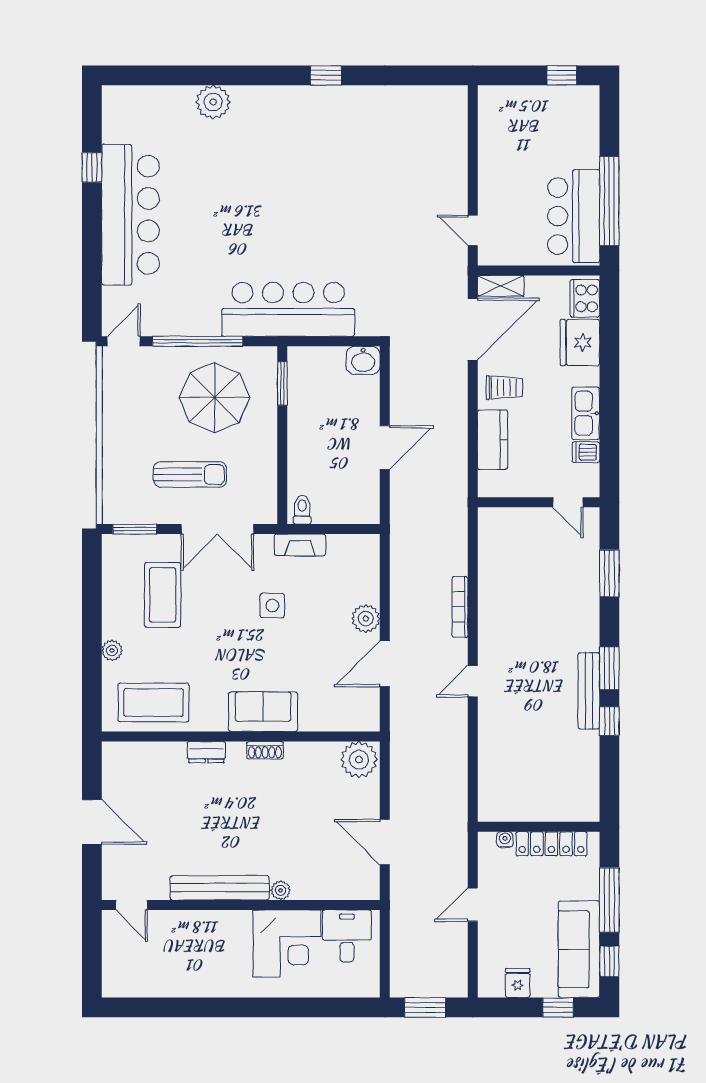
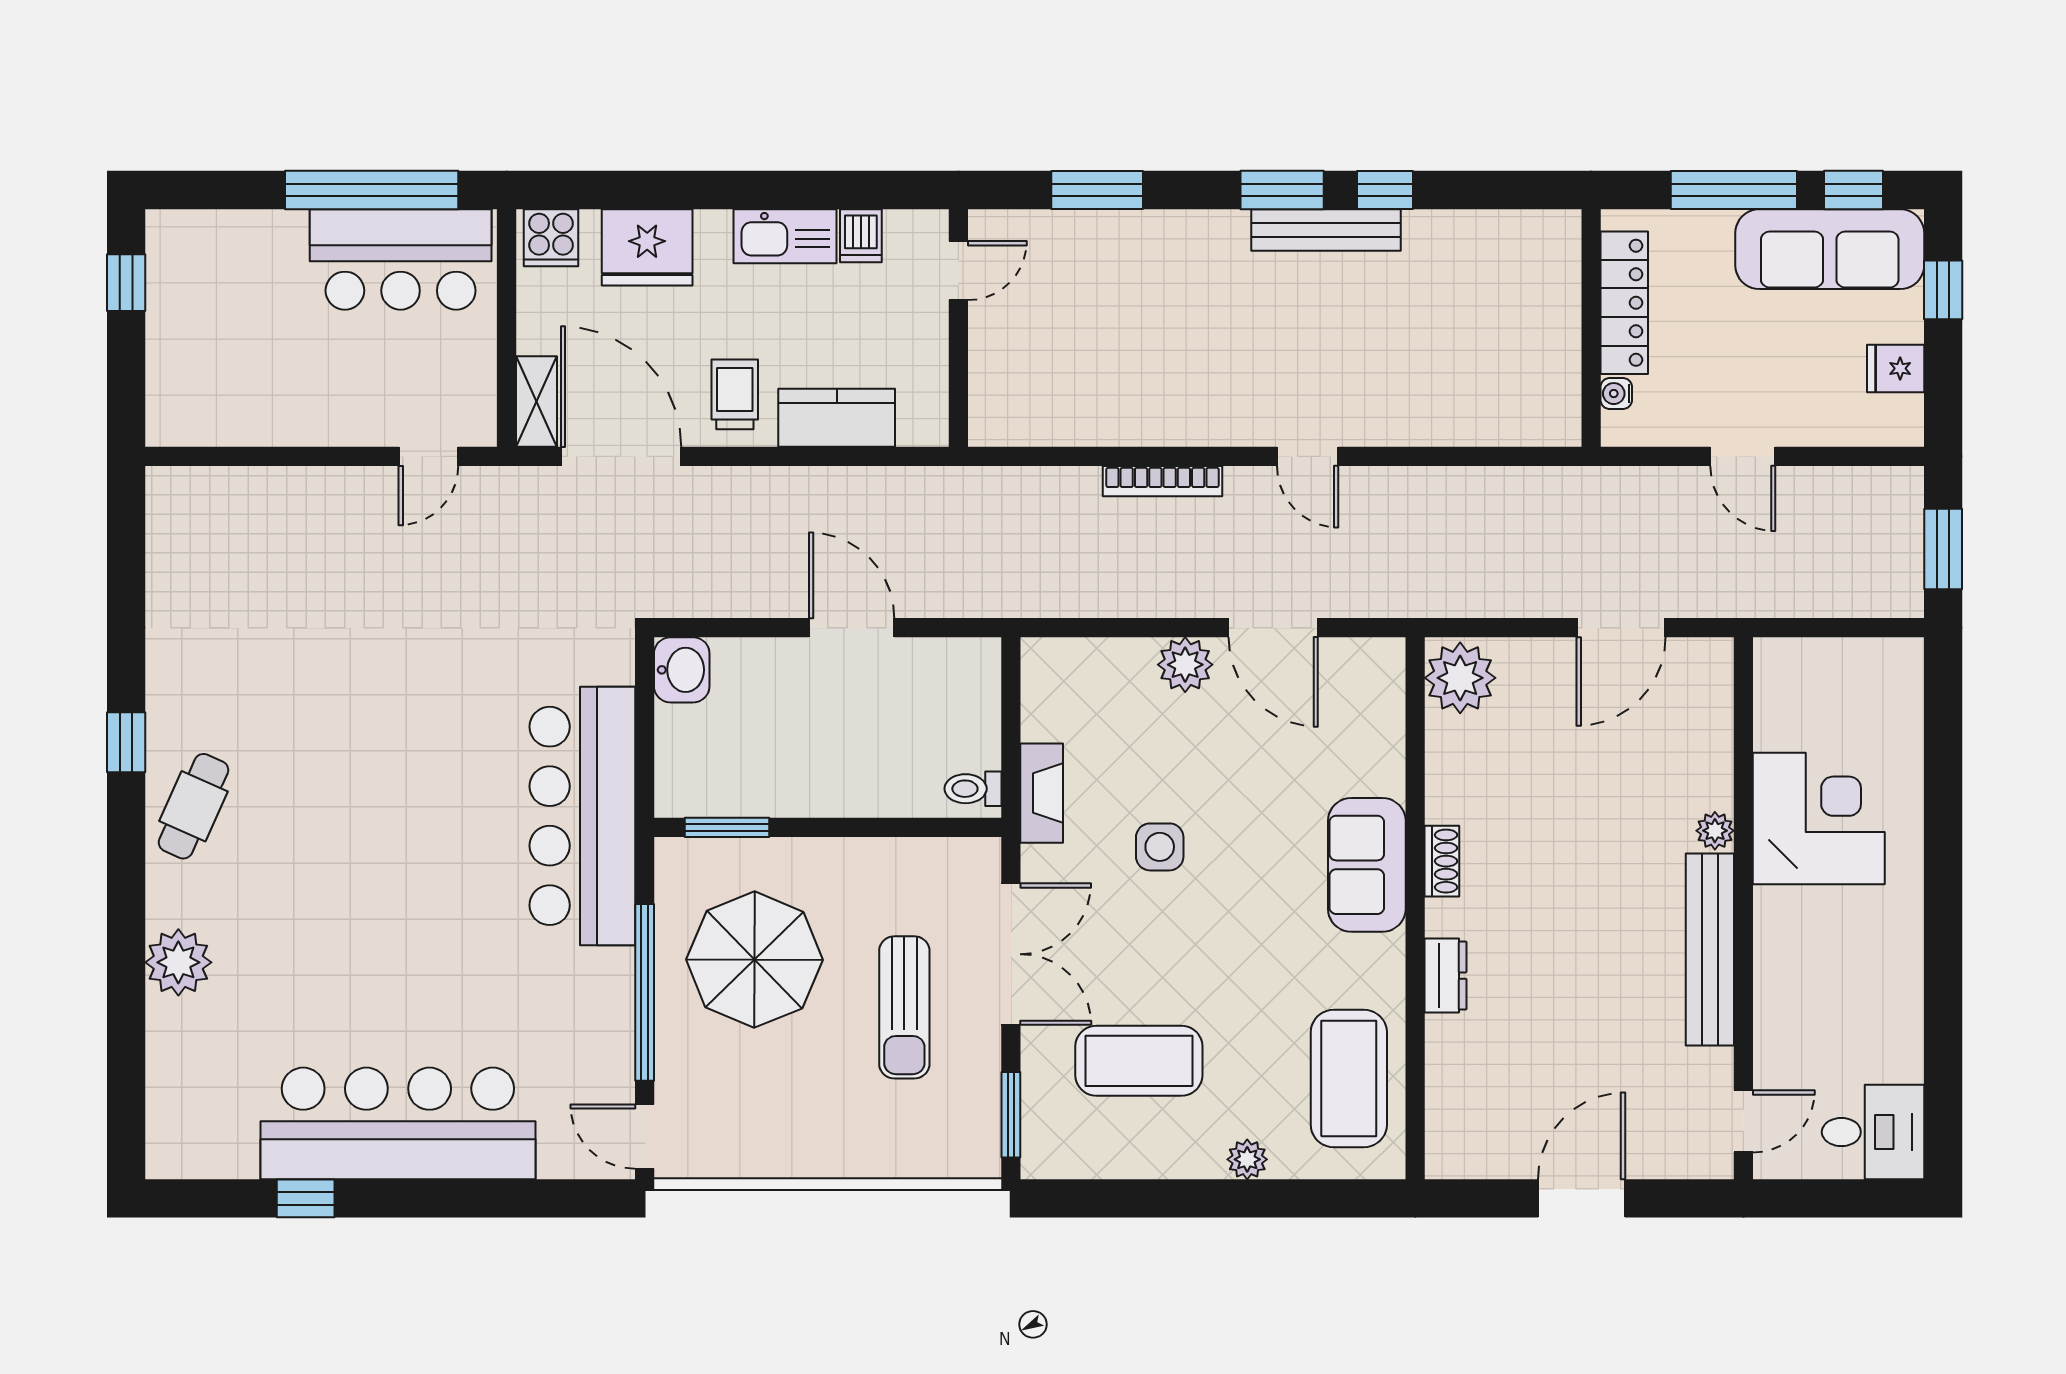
cafe table: (293, 110) -> (193, 806), added
cooker: (585, 298) -> (551, 238), width x0.73
sun lounger: (190, 475) -> (904, 1007), turned 180
desk: (347, 936) -> (1873, 1132), moved, turned 180

